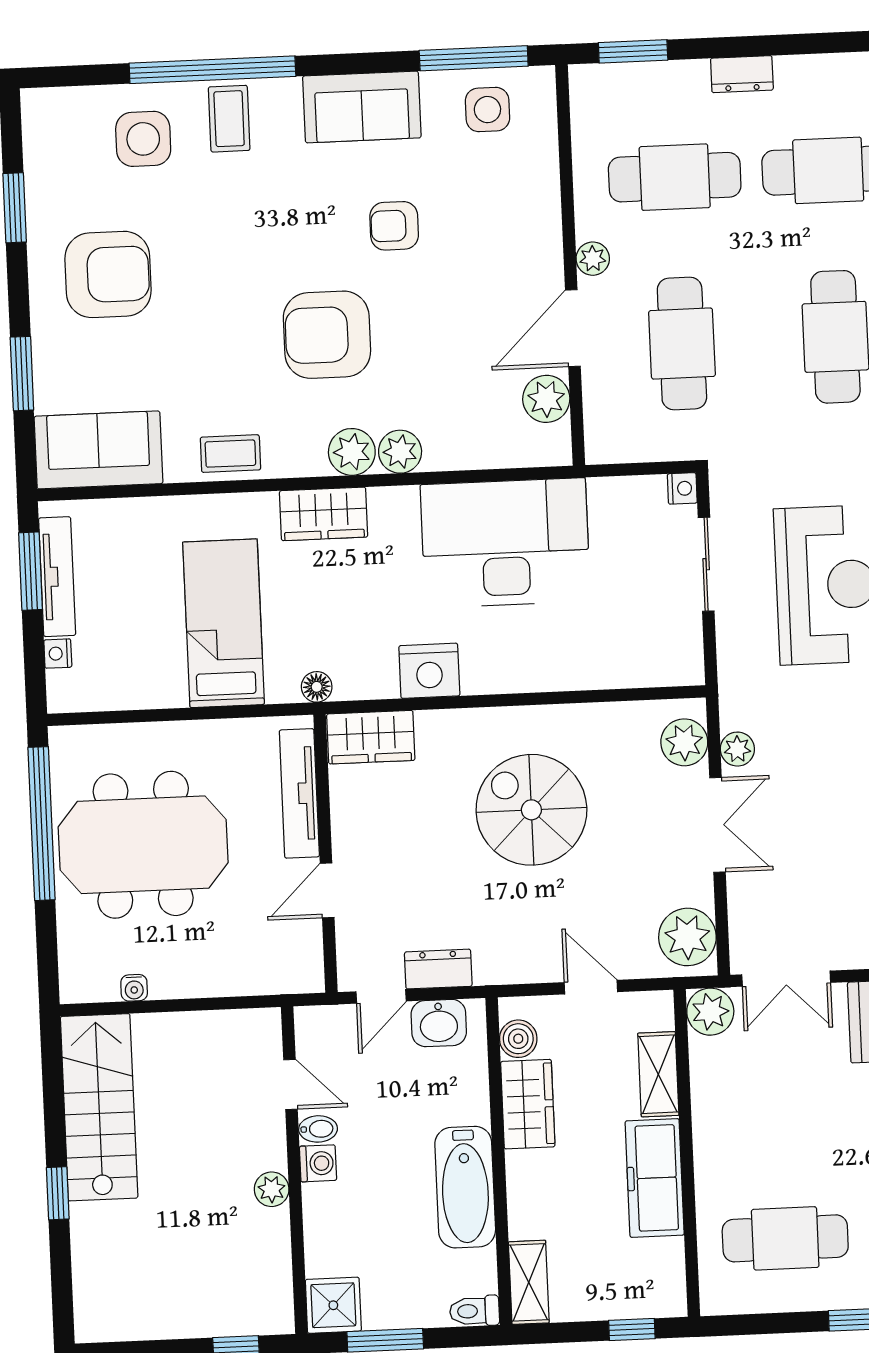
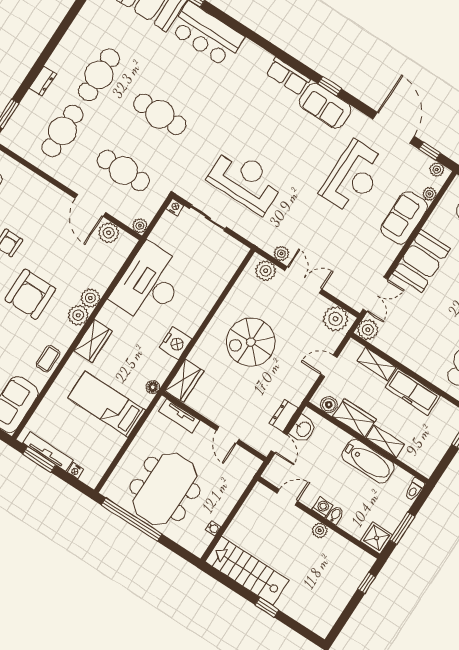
plant: (593, 259) -> (140, 226), moved
tv unit: (299, 793) -> (179, 416), width x0.71
bidet: (318, 1129) -> (335, 515), moved
shelving: (529, 1282) -> (385, 441), moved

